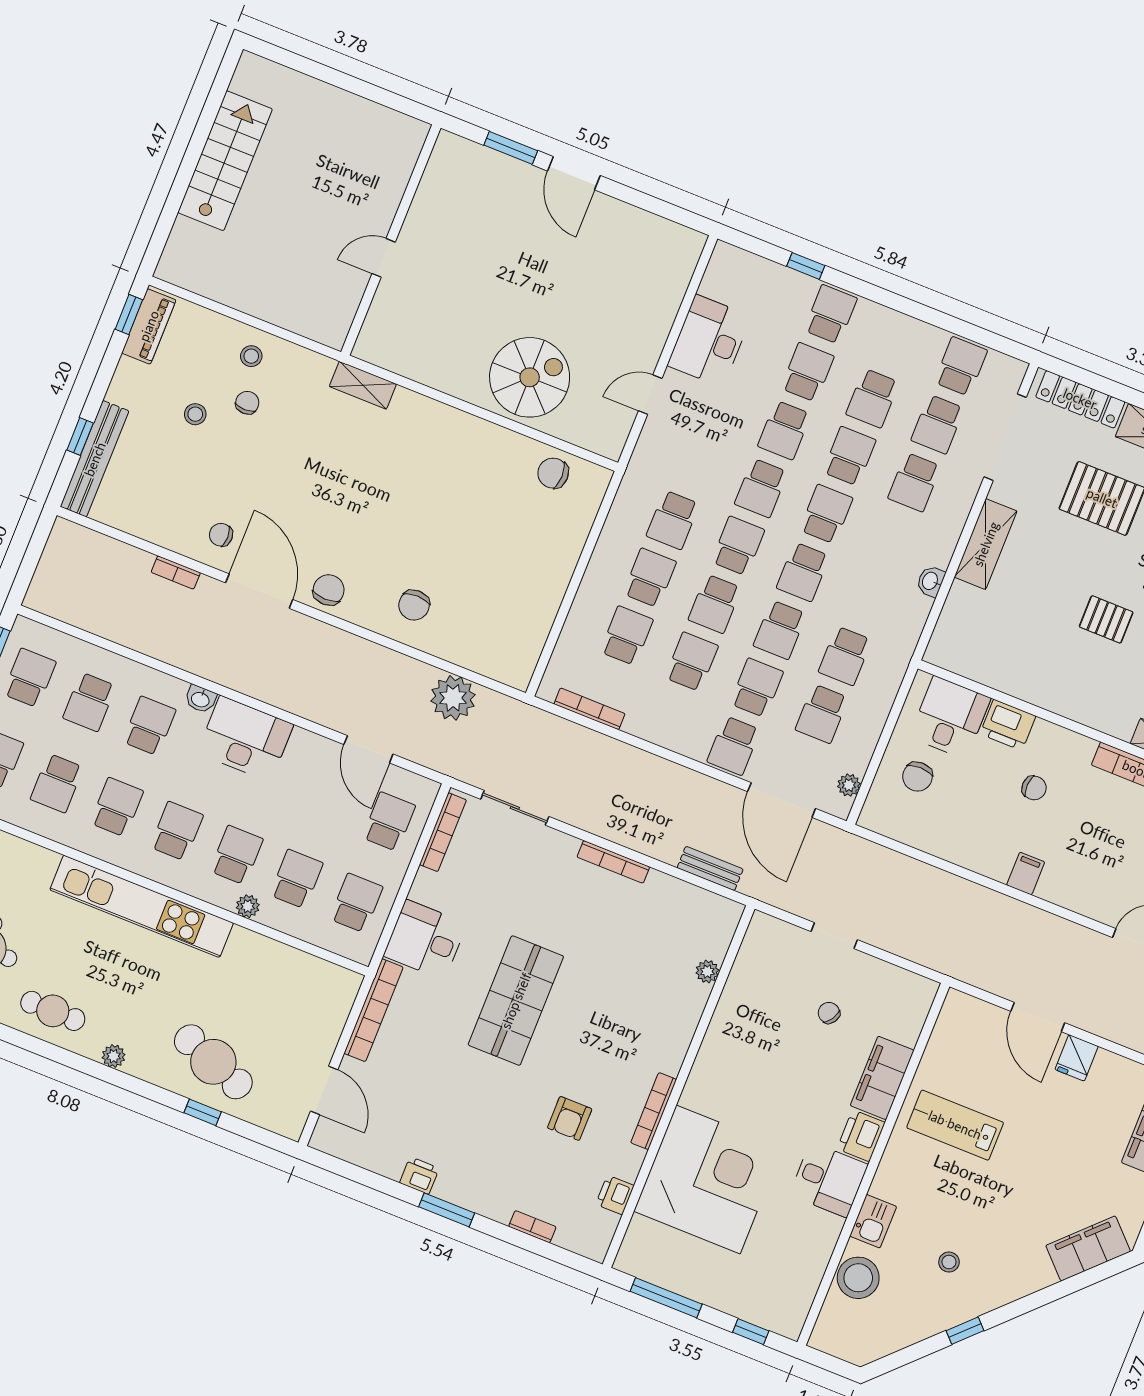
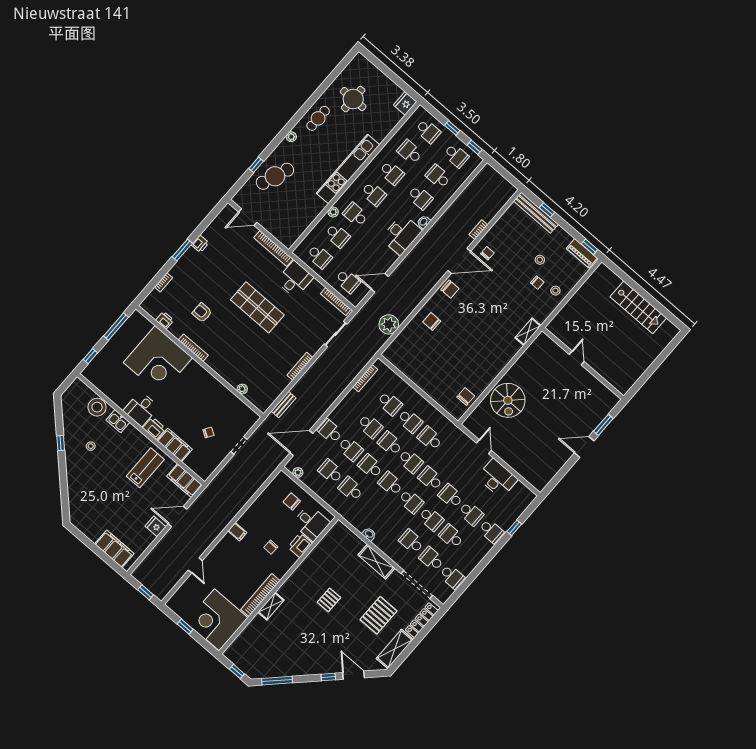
school desk: (237, 855) -> (355, 215), turned 180
filing cabinet: (1088, 1248) -> (184, 481), moved, turned 135

